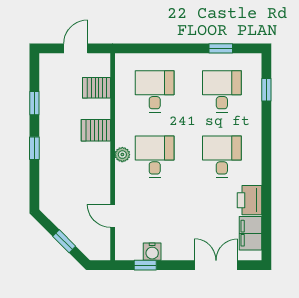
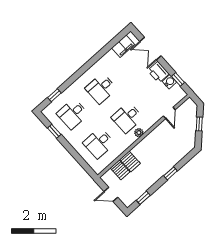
window: (34, 103) -> (143, 198), moved
server rack: (96, 130) -> (130, 161), moved
printer: (250, 200) -> (158, 72), moved, turned 90

